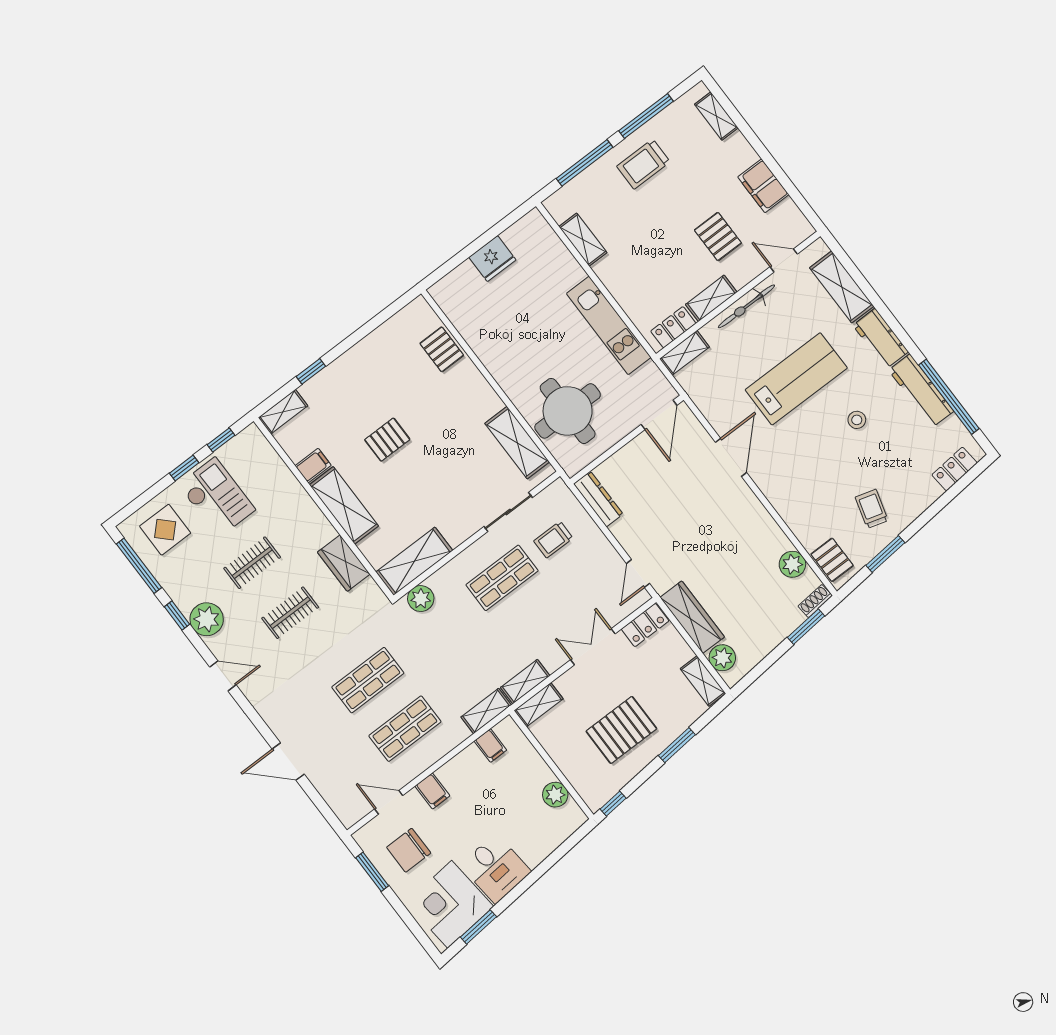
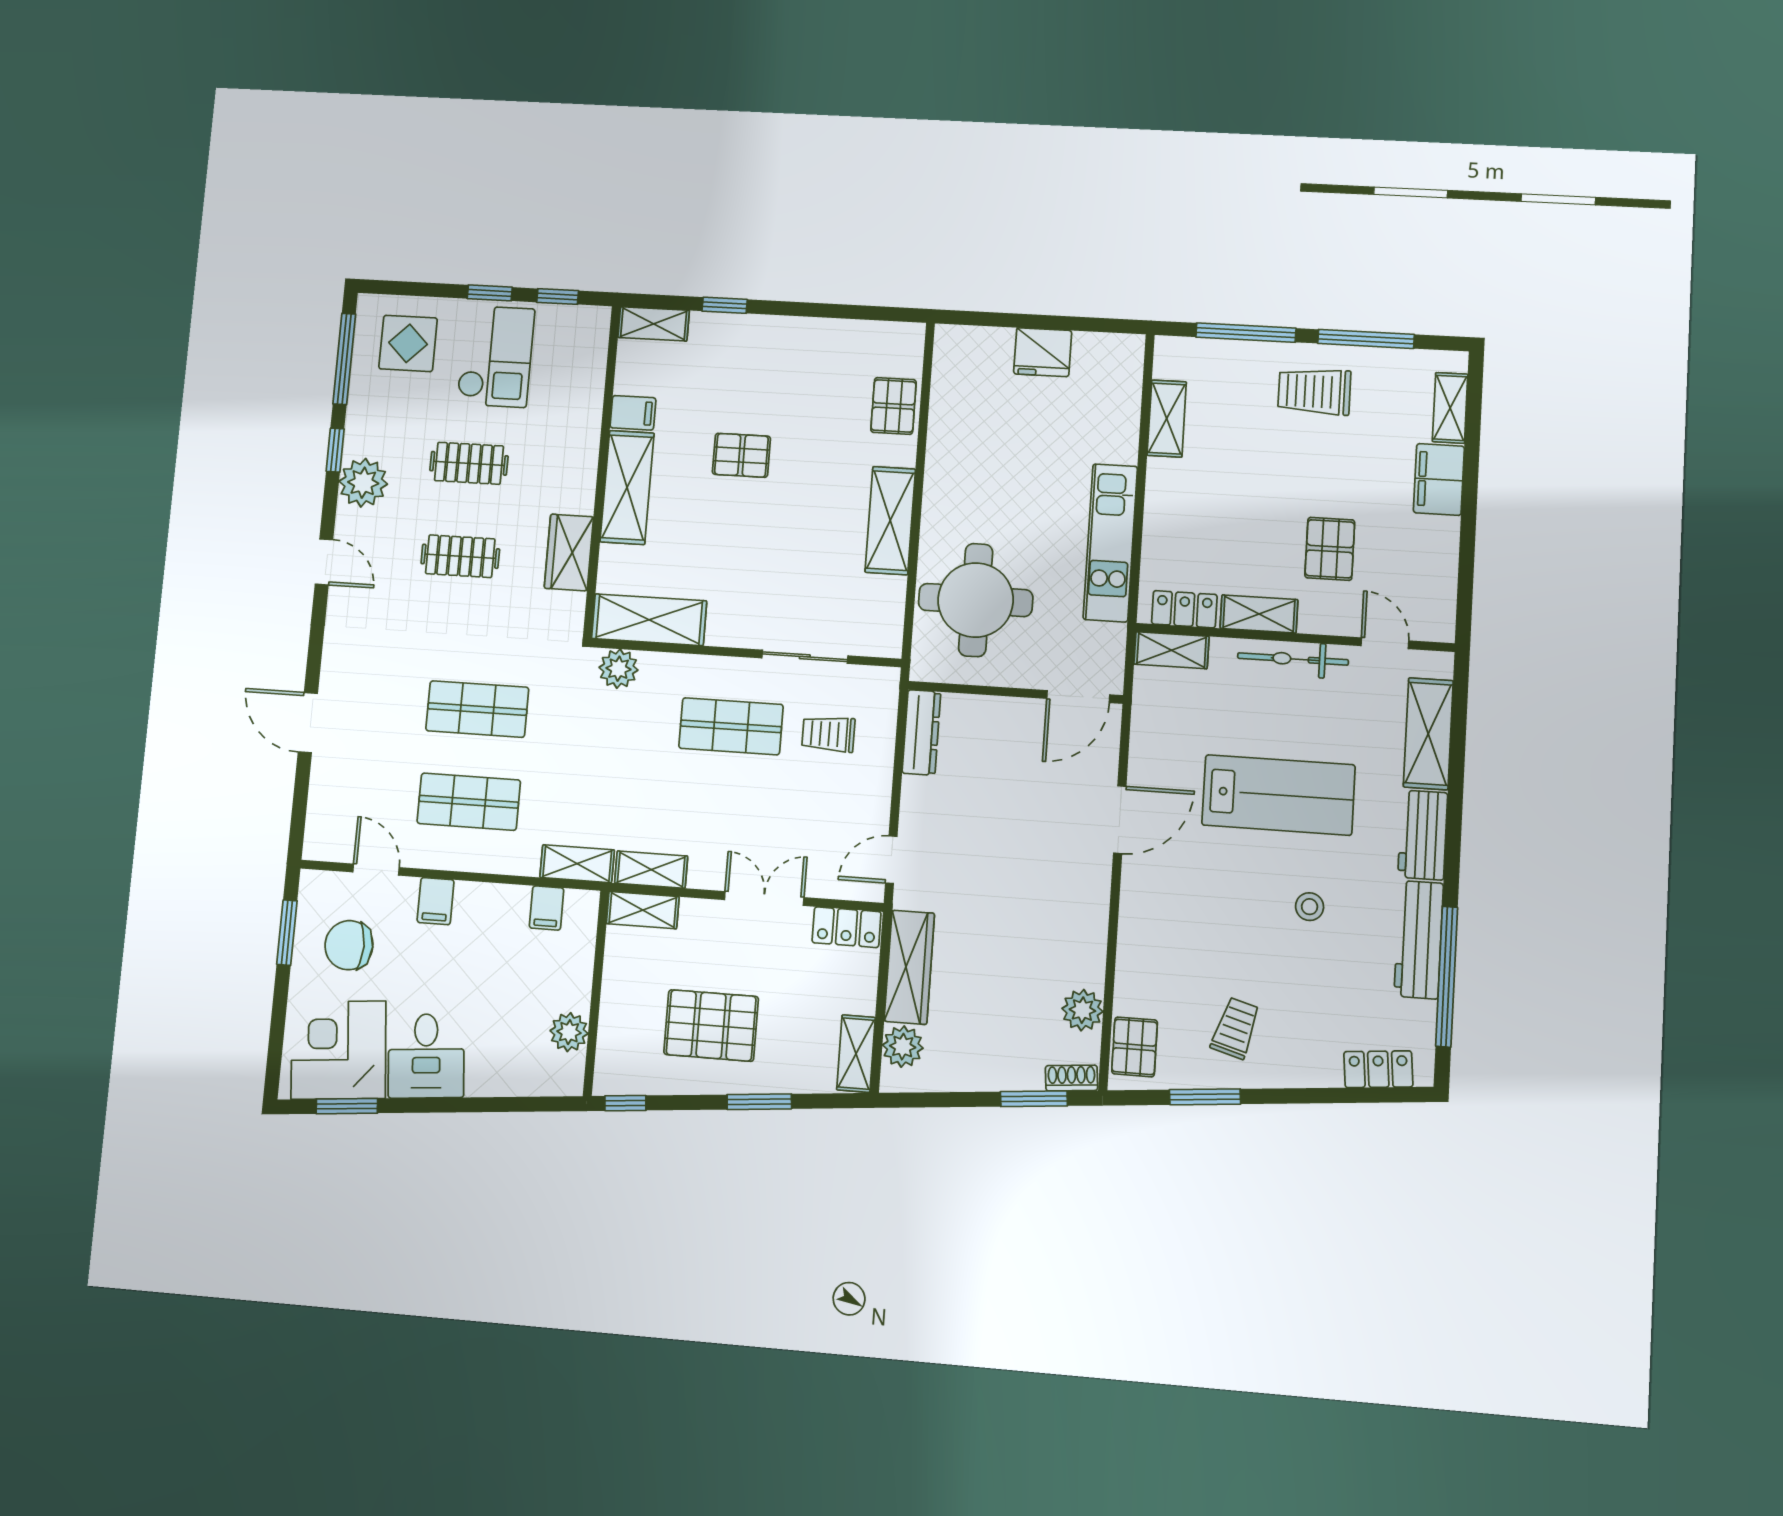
filing cabinet: (763, 186) -> (1439, 479), moved
shelving: (517, 443) -> (890, 521), moved

